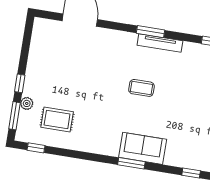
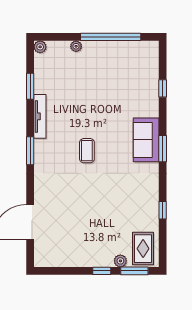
tv unit: (160, 43) -> (40, 116), moved
rug: (57, 120) -> (143, 249), moved
window: (36, 148) -> (163, 210), moved

